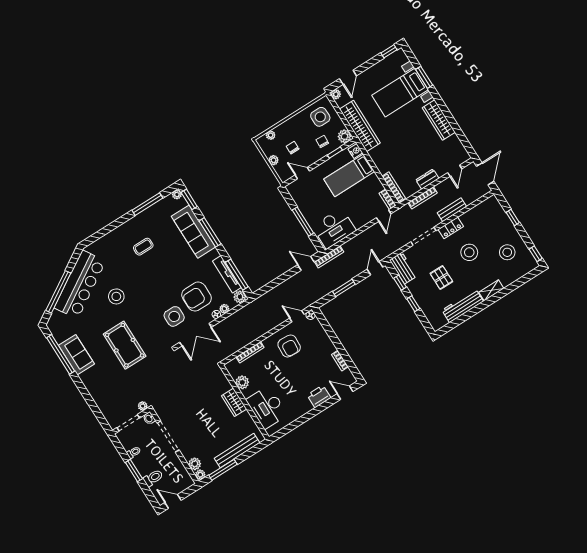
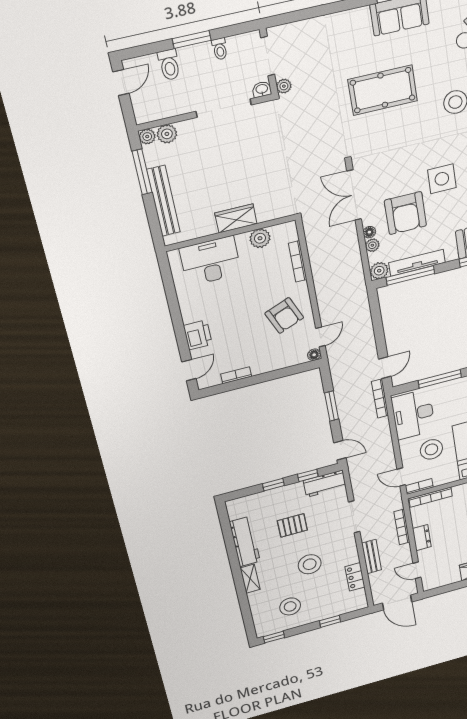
stool: (357, 204) -> (431, 449), added
locker: (451, 228) -> (355, 577), moved
armchair: (197, 297) -> (405, 213), turned 180
side table: (174, 316) -> (442, 179), moved
armchair: (289, 346) -> (284, 316), turned -115

